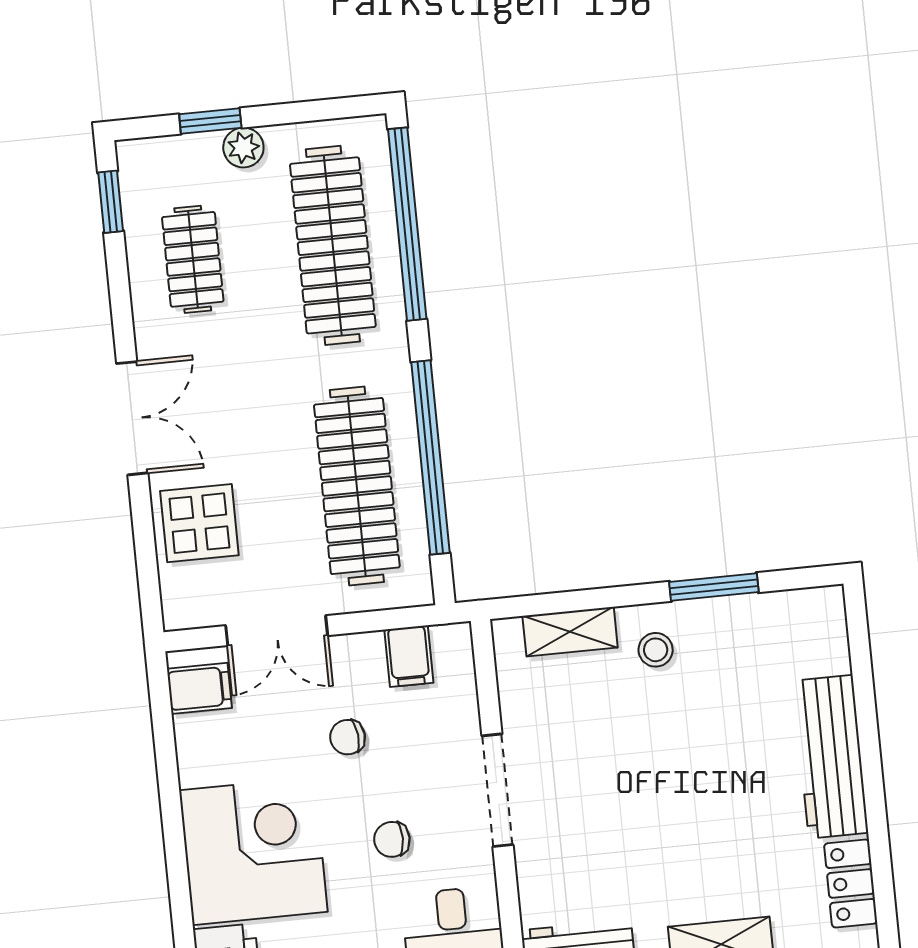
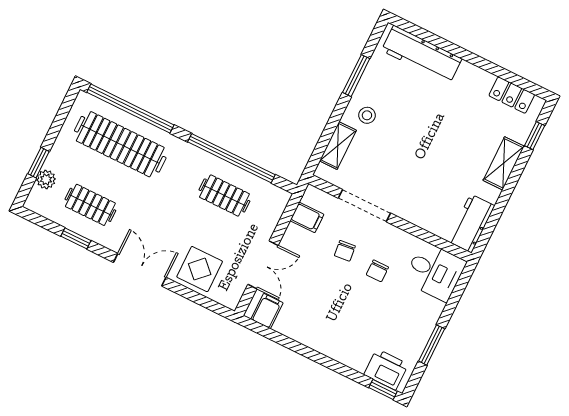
plant: (243, 148) -> (46, 179), moved
window: (111, 202) -> (76, 238), moved
clothes rail: (357, 486) -> (224, 195), width x0.54, depth x0.76
chair: (348, 737) -> (345, 251), moved
workbench: (831, 757) -> (422, 55), moved
doorway: (497, 790) -> (364, 206), moved
corner desk: (253, 851) -> (347, 330), removed

